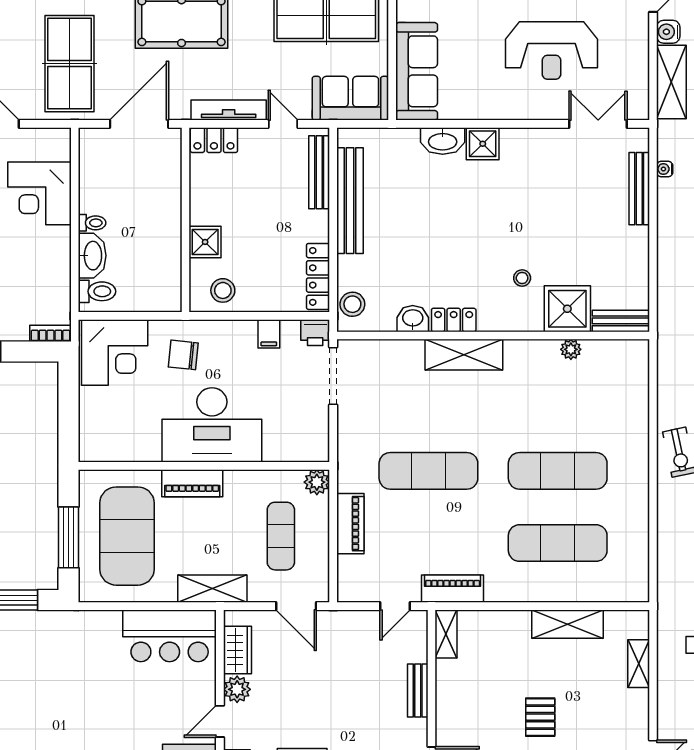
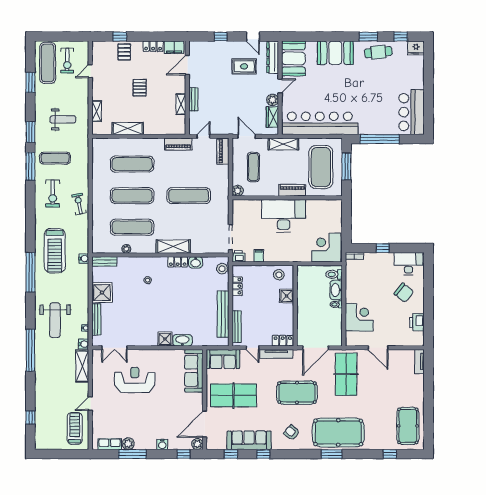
water cooler: (668, 32) -> (84, 344), moved
locker: (318, 276) -> (237, 286), width x0.66
shower: (567, 309) -> (102, 293), moved
water cooler: (668, 327) -> (84, 259), added
chair: (183, 355) -> (296, 246), removed
exercise mat: (558, 399) -> (132, 227), added
piano: (350, 524) -> (223, 151), moved
shelving: (446, 634) -> (181, 104), moved
bar counter: (170, 636) -> (320, 123), width x1.86

